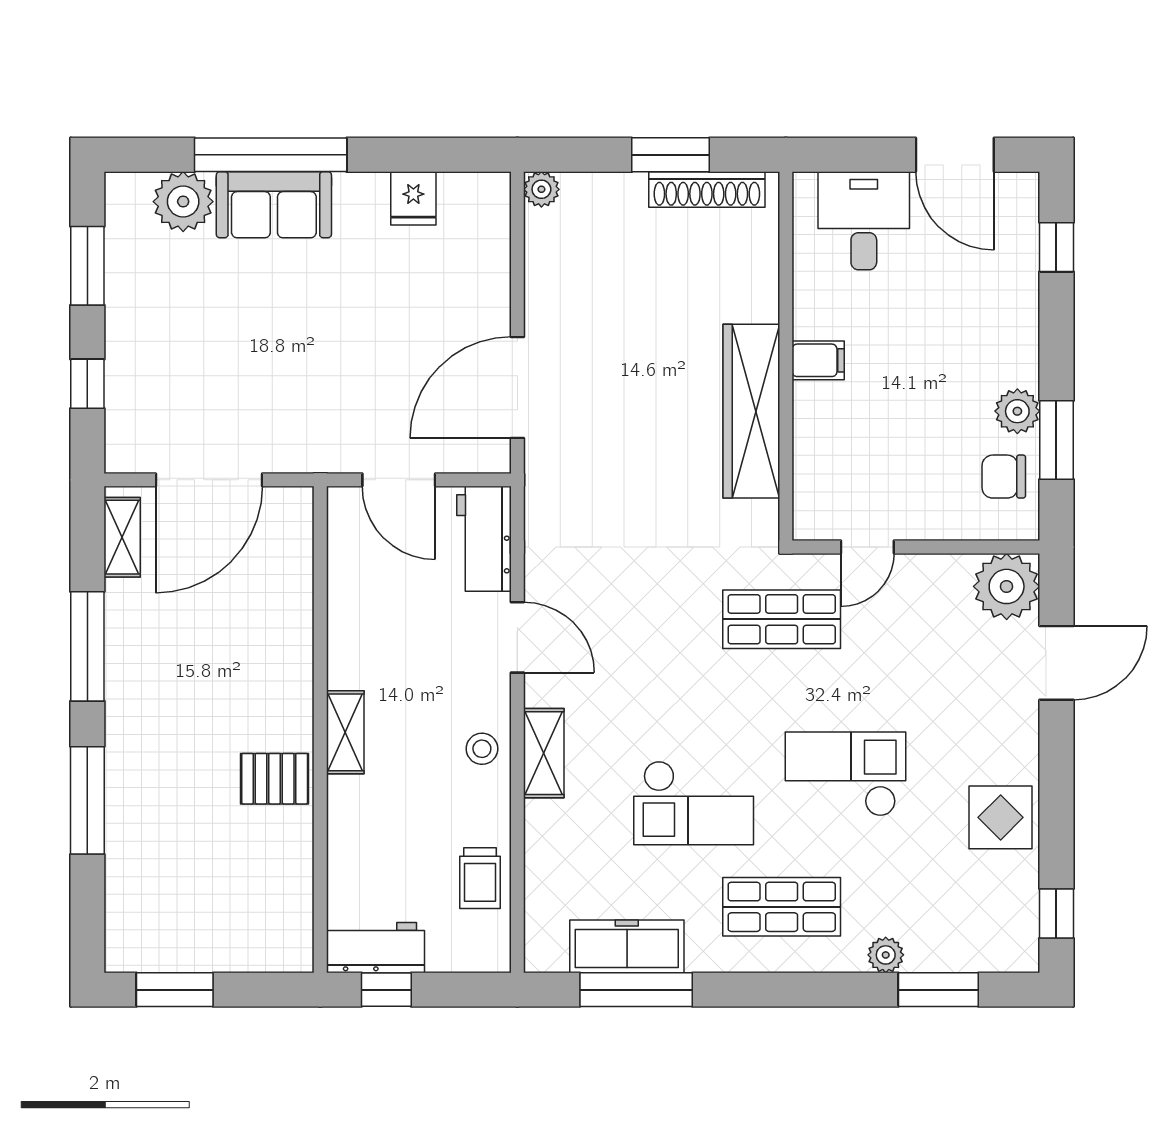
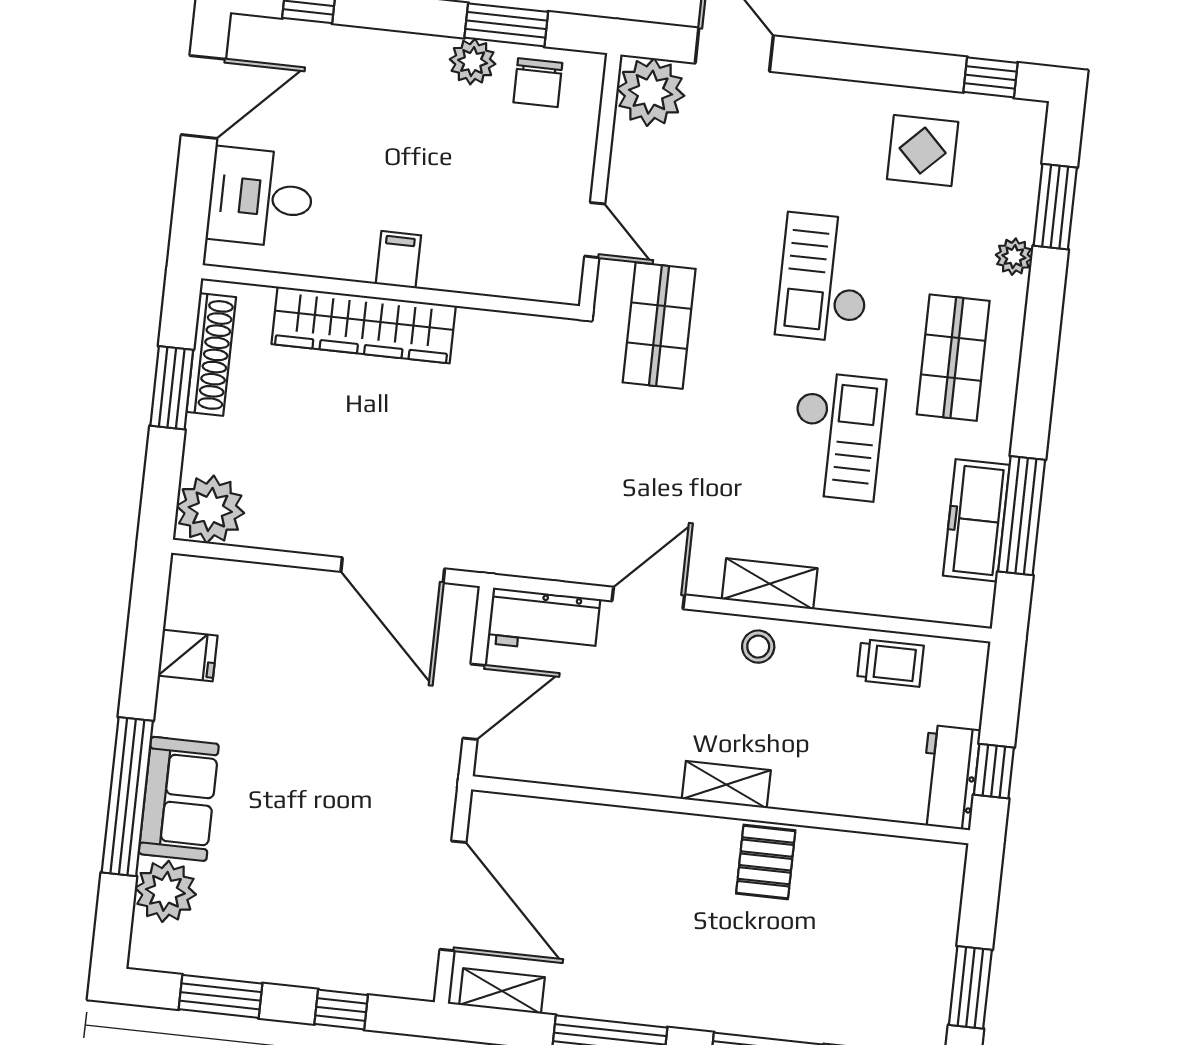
plant: (541, 189) -> (210, 509), width x1.87, depth x1.87
wardrobe: (751, 411) -> (364, 325), moved
display table: (1001, 817) -> (923, 151), moved

